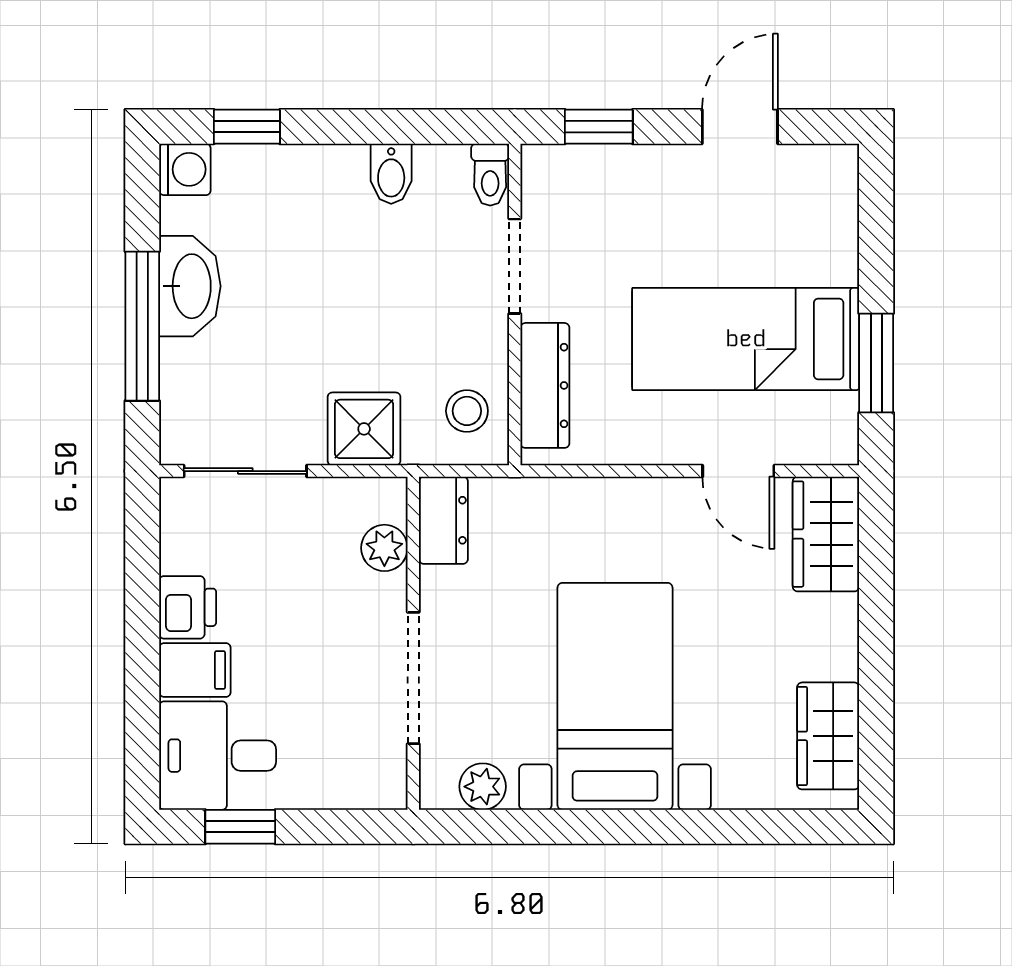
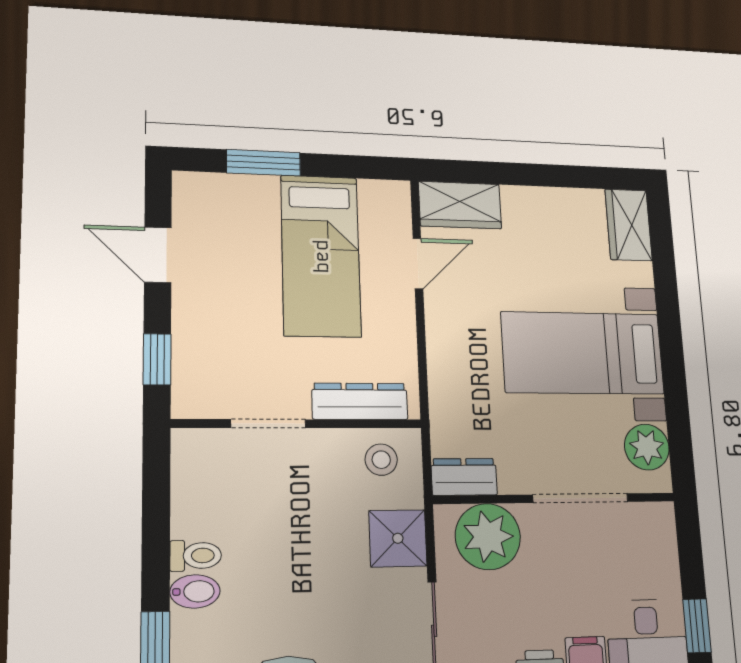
bidet: (391, 174) -> (195, 591), moved
toilet: (490, 175) -> (196, 556), moved
window: (876, 363) -> (264, 163), moved
plant: (384, 548) -> (488, 537), width x1.88, depth x1.88
wardrobe: (828, 736) -> (628, 225), moved, turned 90
plant: (483, 787) -> (647, 447), width x1.38, depth x1.38

